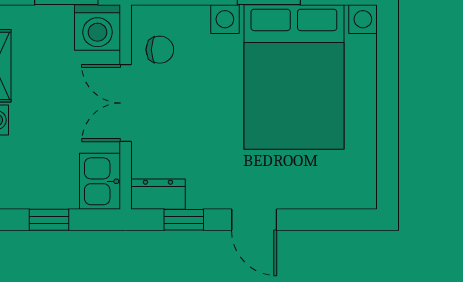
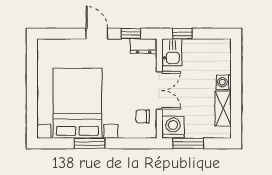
window: (49, 220) -> (182, 34), moved

